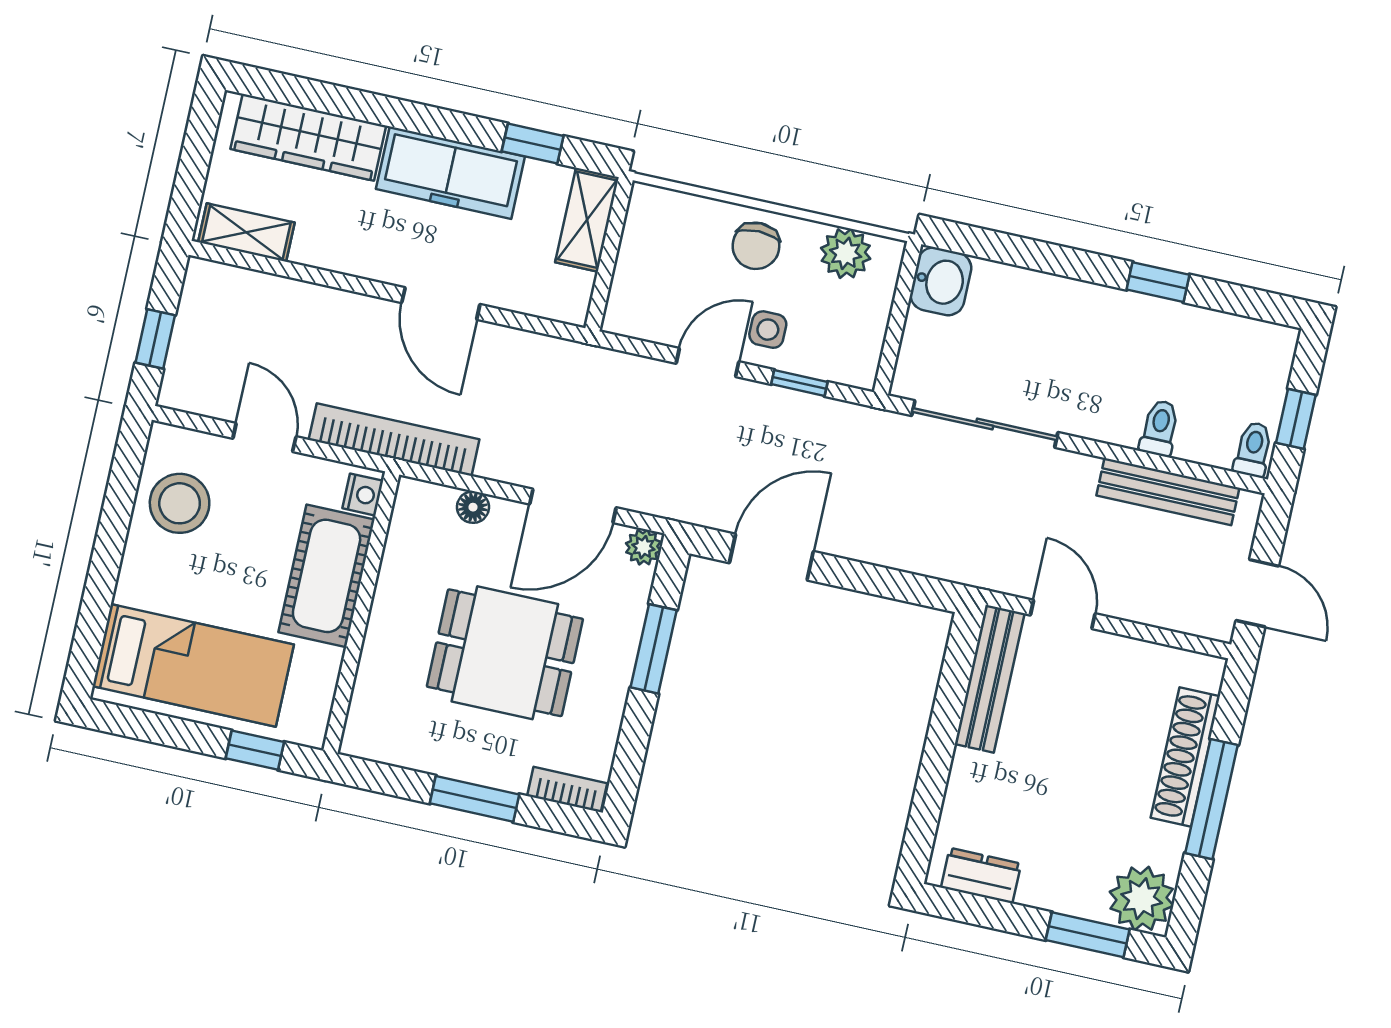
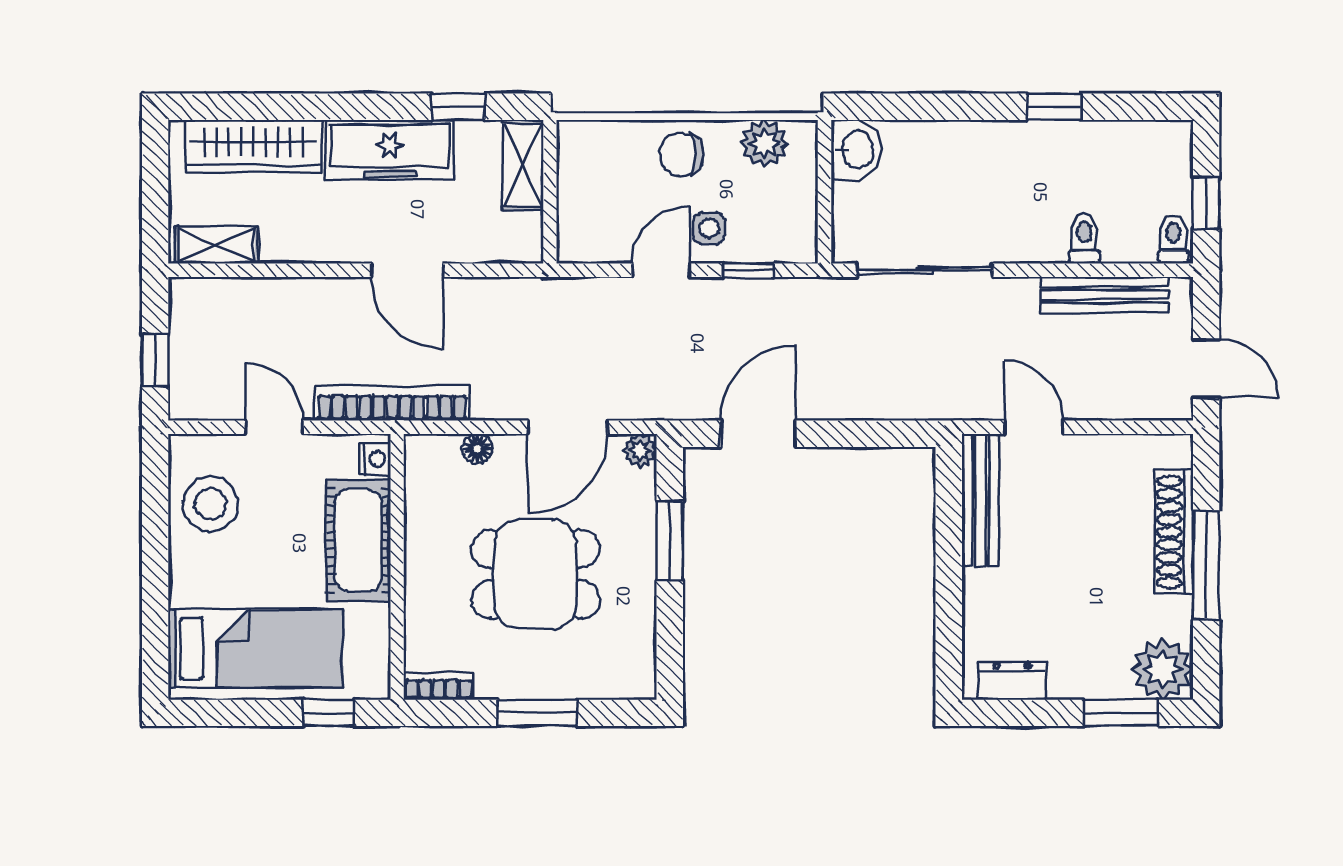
chair: (756, 246) -> (681, 155), turned 90
bookcase: (567, 790) -> (439, 686), moved

